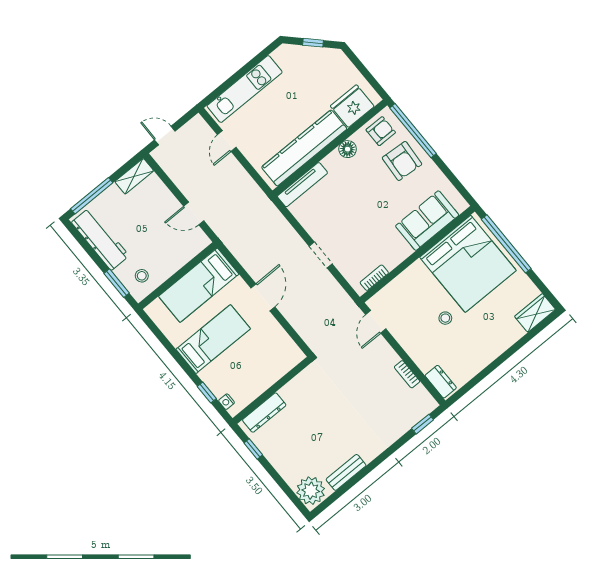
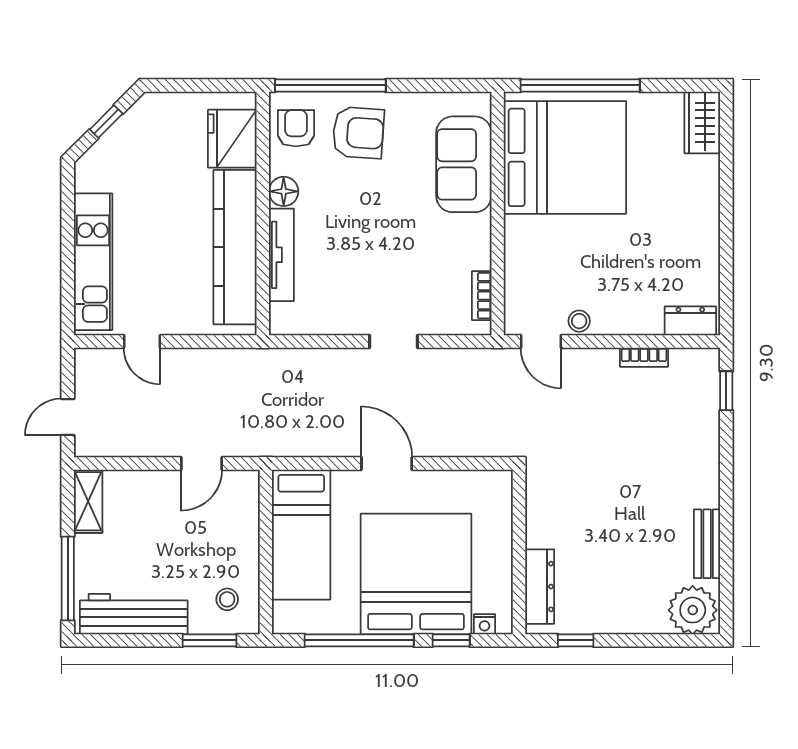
tv unit: (302, 185) -> (281, 255), moved
stool: (445, 318) -> (579, 321), moved
bed: (213, 339) -> (416, 574), width x2.04
window: (172, 351) -> (359, 640), added

